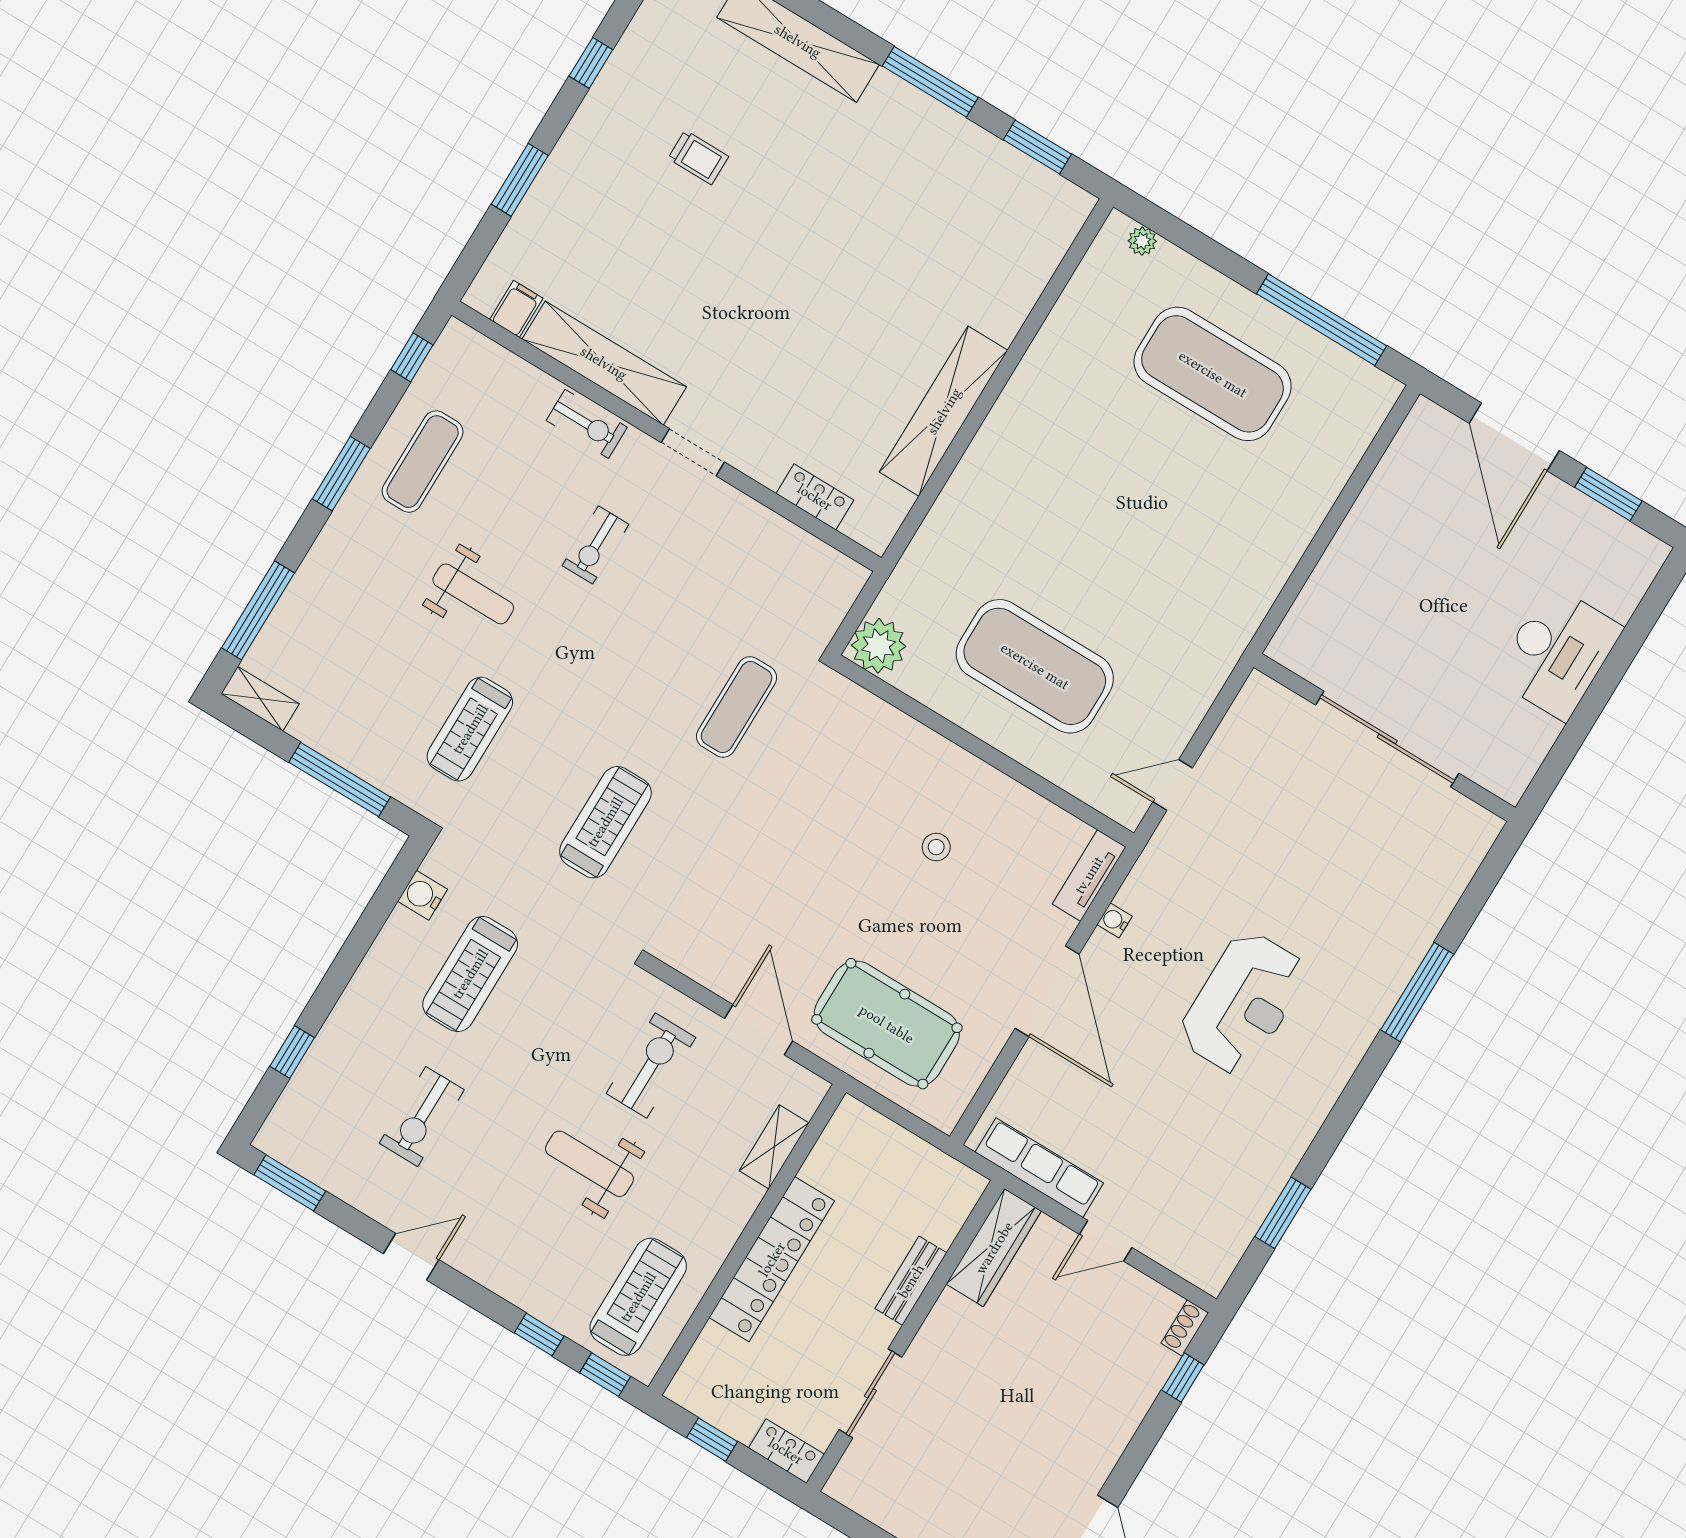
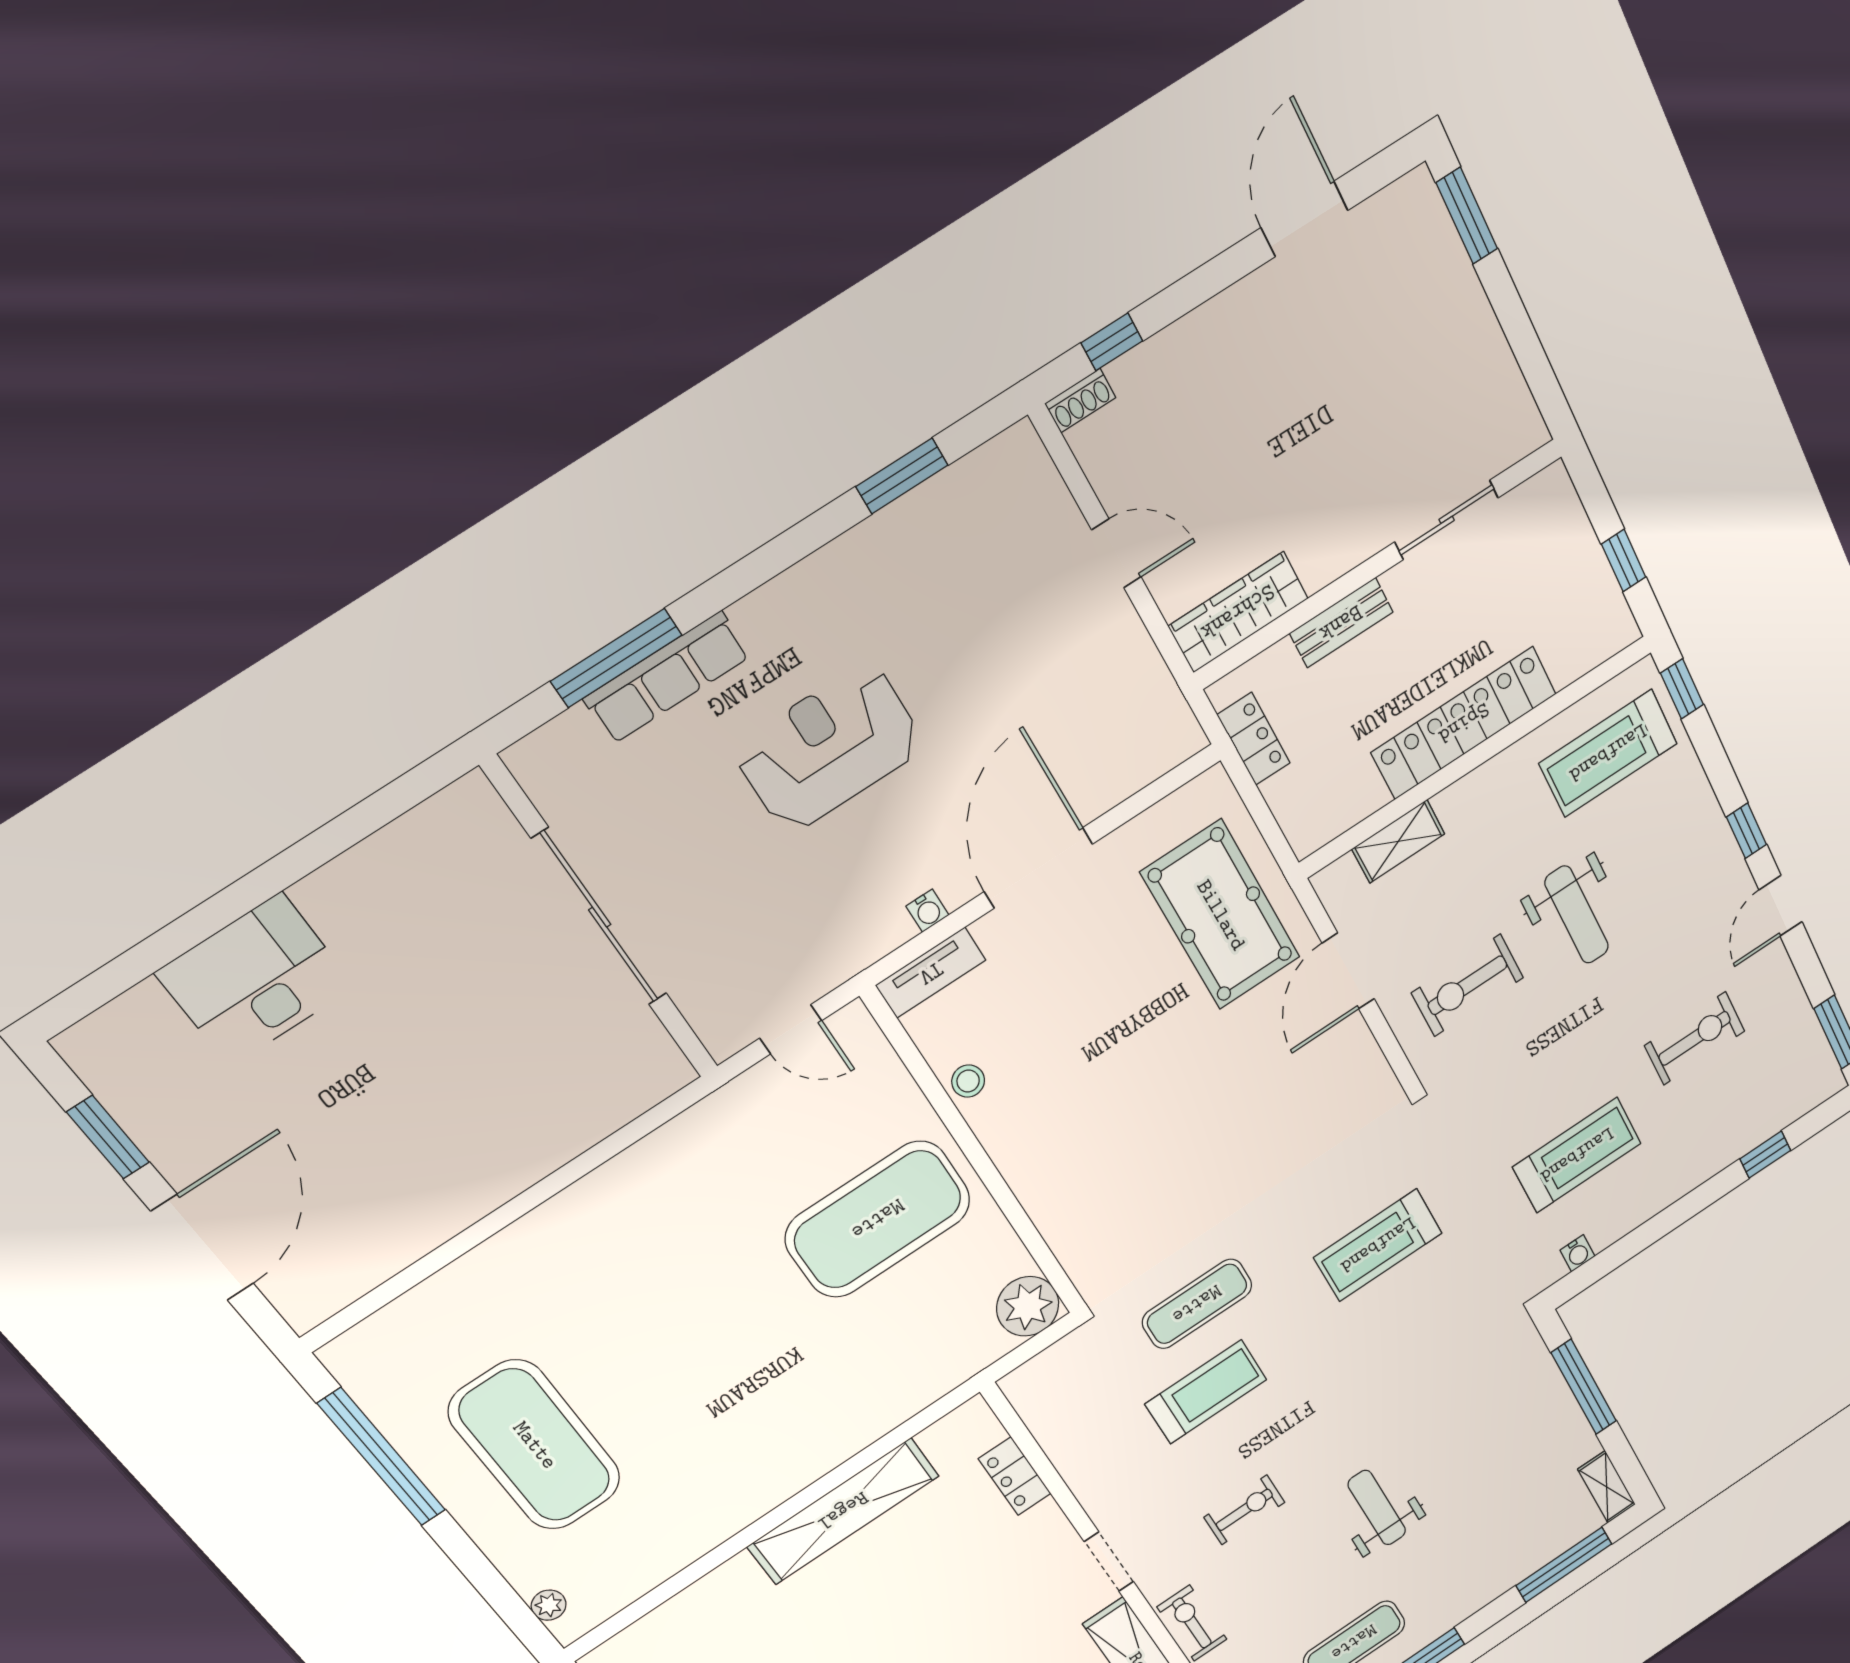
exercise mat: (1035, 666) -> (878, 1219), turned 90
treadmill: (470, 729) -> (1206, 1392), moved
wall: (1385, 737) -> (602, 921), moved
sliding door: (1387, 739) -> (600, 917), moved
stool: (936, 847) -> (968, 1081), moved
water cooler: (422, 895) -> (1578, 1253), width x0.72, depth x0.72
row of seats: (1039, 1168) -> (667, 677), moved, turned -90
door: (411, 1257) -> (1781, 906), hinge flipped
window: (539, 1335) -> (1746, 831), moved
locker: (786, 1451) -> (1254, 739), moved, turned 180

